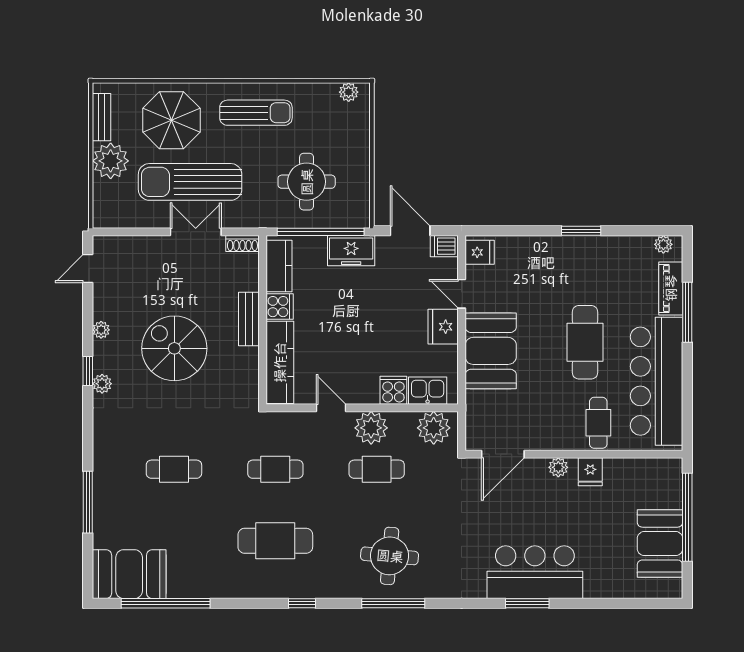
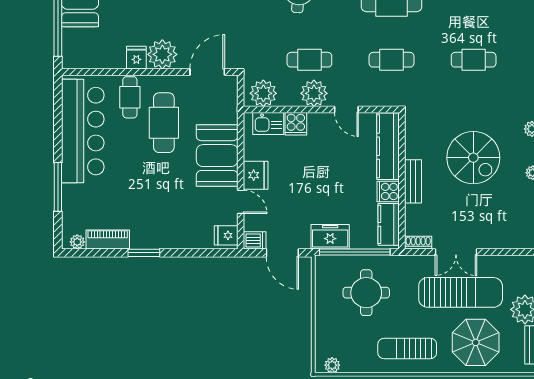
piano: (671, 288) -> (108, 239), moved, turned -90
cafe table: (585, 342) -> (164, 123), moved
plant: (558, 467) -> (162, 54), width x1.87, depth x1.87

